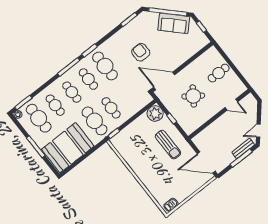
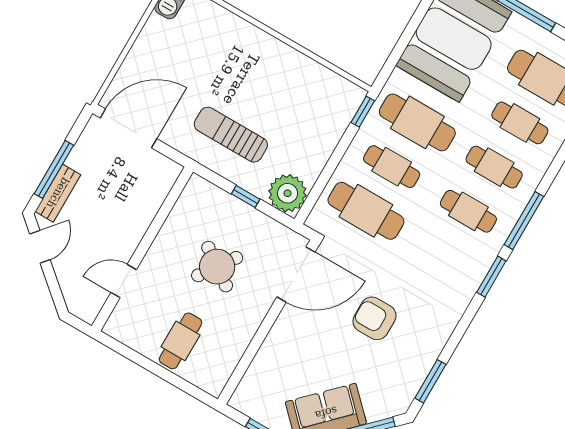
armchair: (141, 52) -> (374, 318), turned 180
cafe table: (105, 66) -> (366, 211), moved

